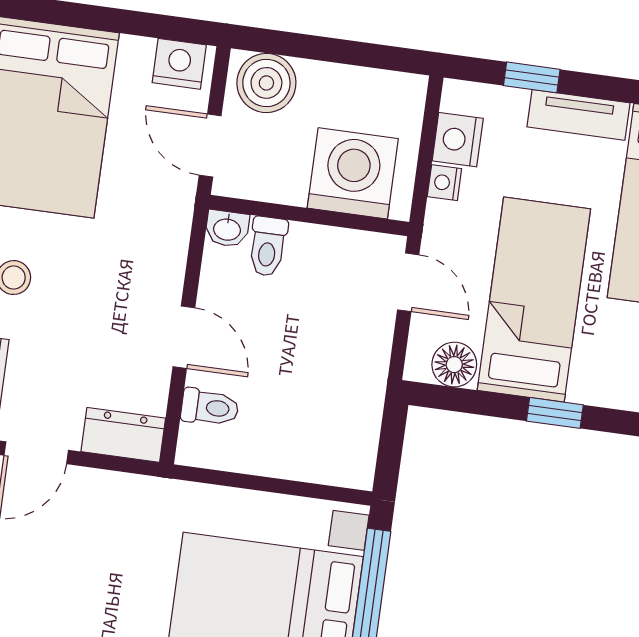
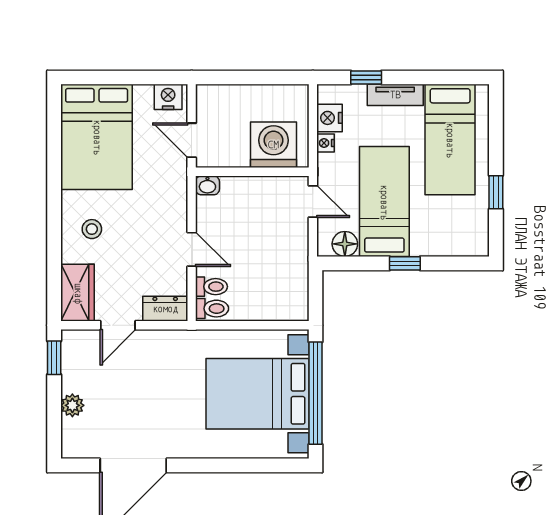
boiler: (266, 83) -> (218, 101), removed
toilet: (268, 246) -> (212, 309), moved, turned -90

